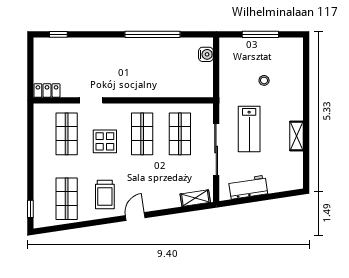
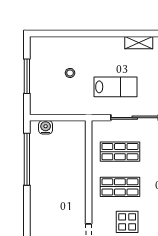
window: (153, 34) -> (27, 159), moved
shelving: (296, 136) -> (139, 43), moved

